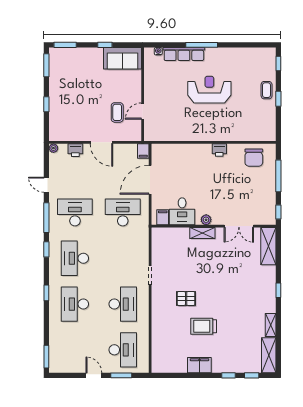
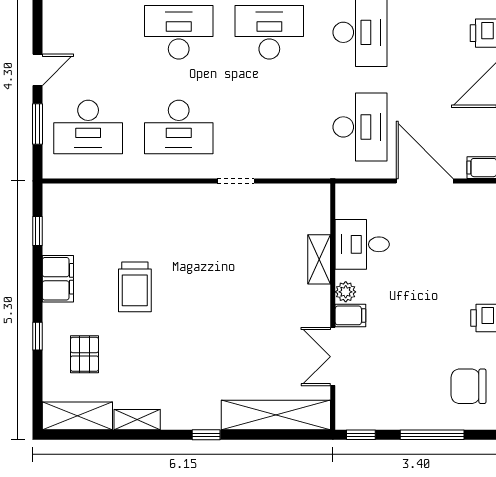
filing cabinet: (163, 217) -> (350, 315), moved
shelving: (202, 233) -> (319, 259), moved
shelving: (268, 246) -> (276, 415), width x1.47
pallet: (186, 299) -> (85, 354), moved
trolley: (204, 326) -> (135, 287), turned 180
window: (252, 375) -> (37, 231), moved

